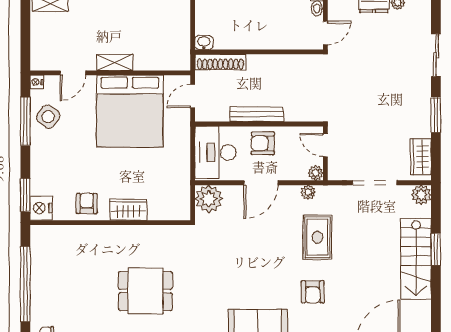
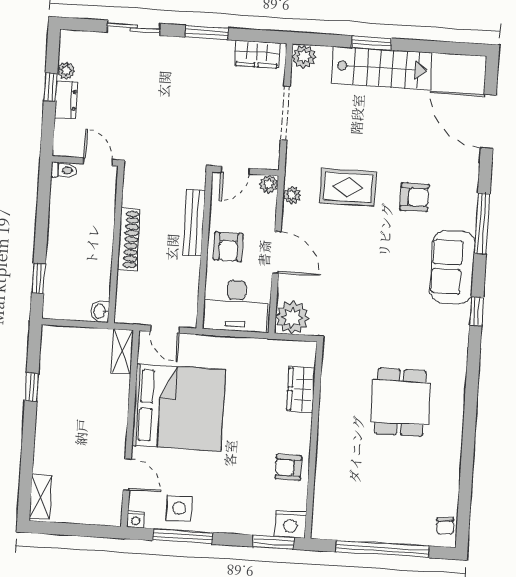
shoe rack: (220, 62) -> (129, 239), moved
shelving: (115, 63) -> (122, 351), moved
bench: (257, 114) -> (194, 222), moved
side table: (48, 117) -> (179, 508), turned -36
wardrobe: (128, 210) -> (301, 389), moved

